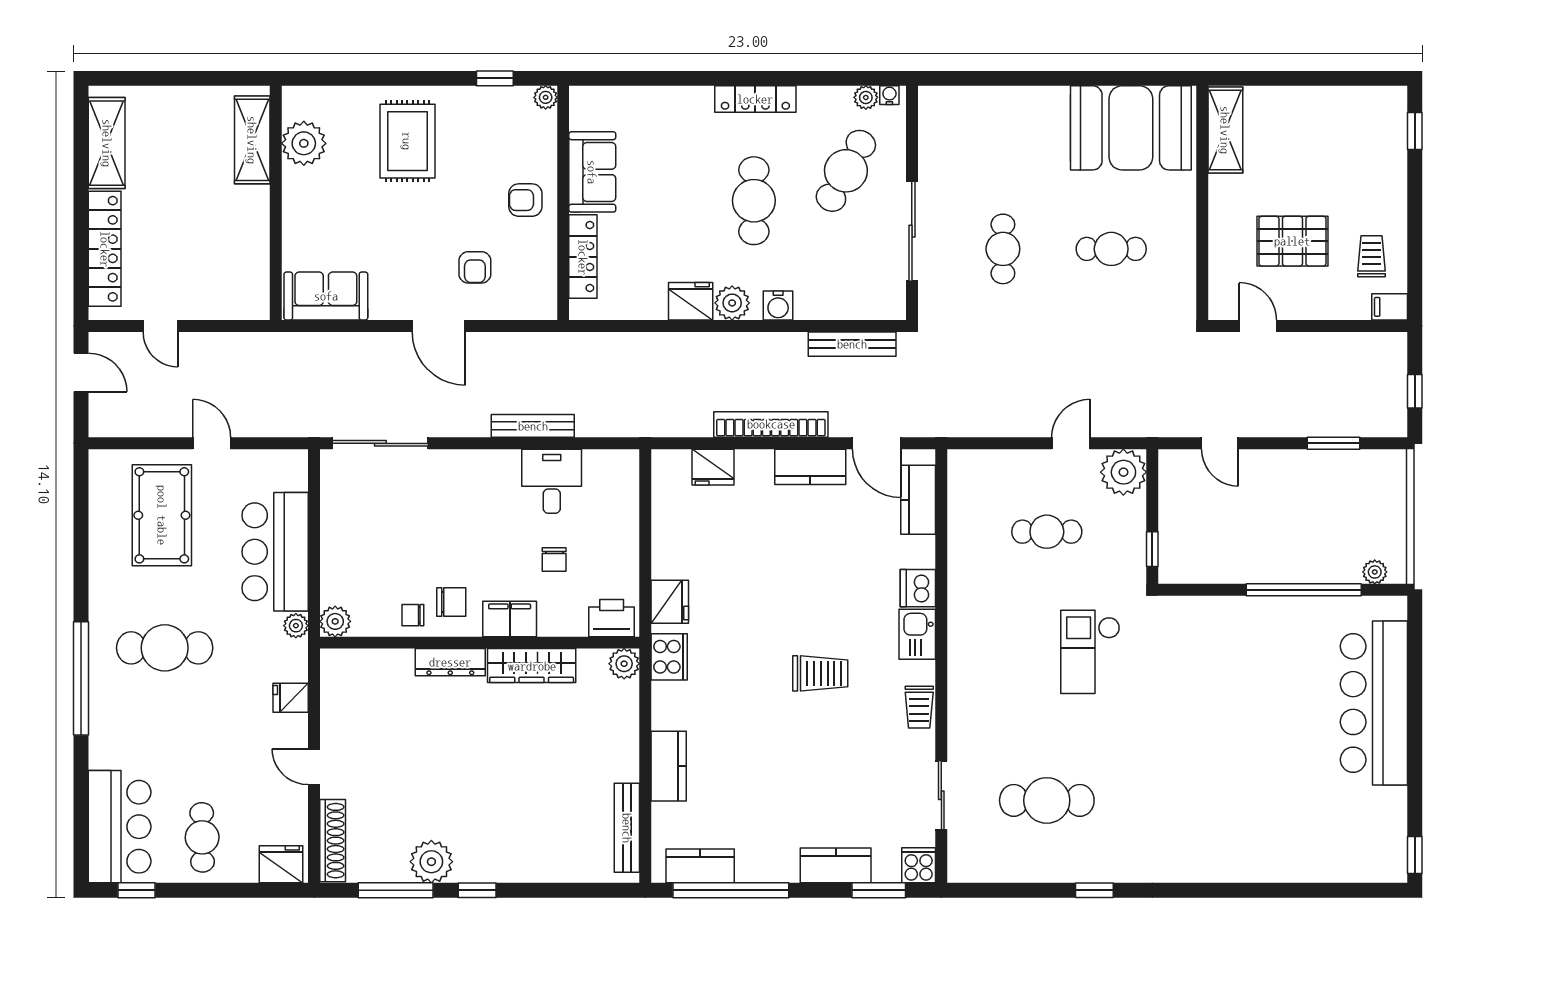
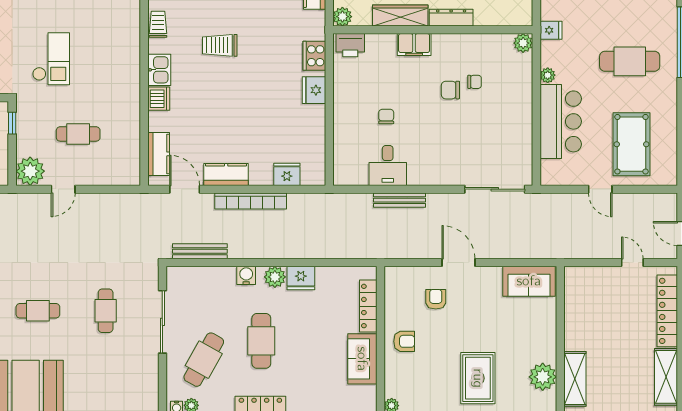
printer: (612, 618) -> (350, 45), moved
filing cabinet: (510, 619) -> (414, 45), moved
plant: (335, 621) -> (523, 43), moved
wall: (480, 643) -> (433, 30), moved
dresser: (450, 662) -> (451, 18), moved
plant: (624, 664) -> (342, 17), moved
wardrobe: (532, 666) -> (400, 15), moved

